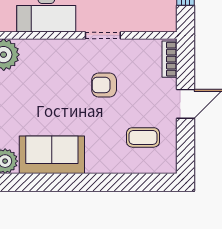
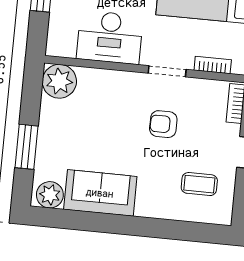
bookcase: (145, 25) -> (213, 65), added

